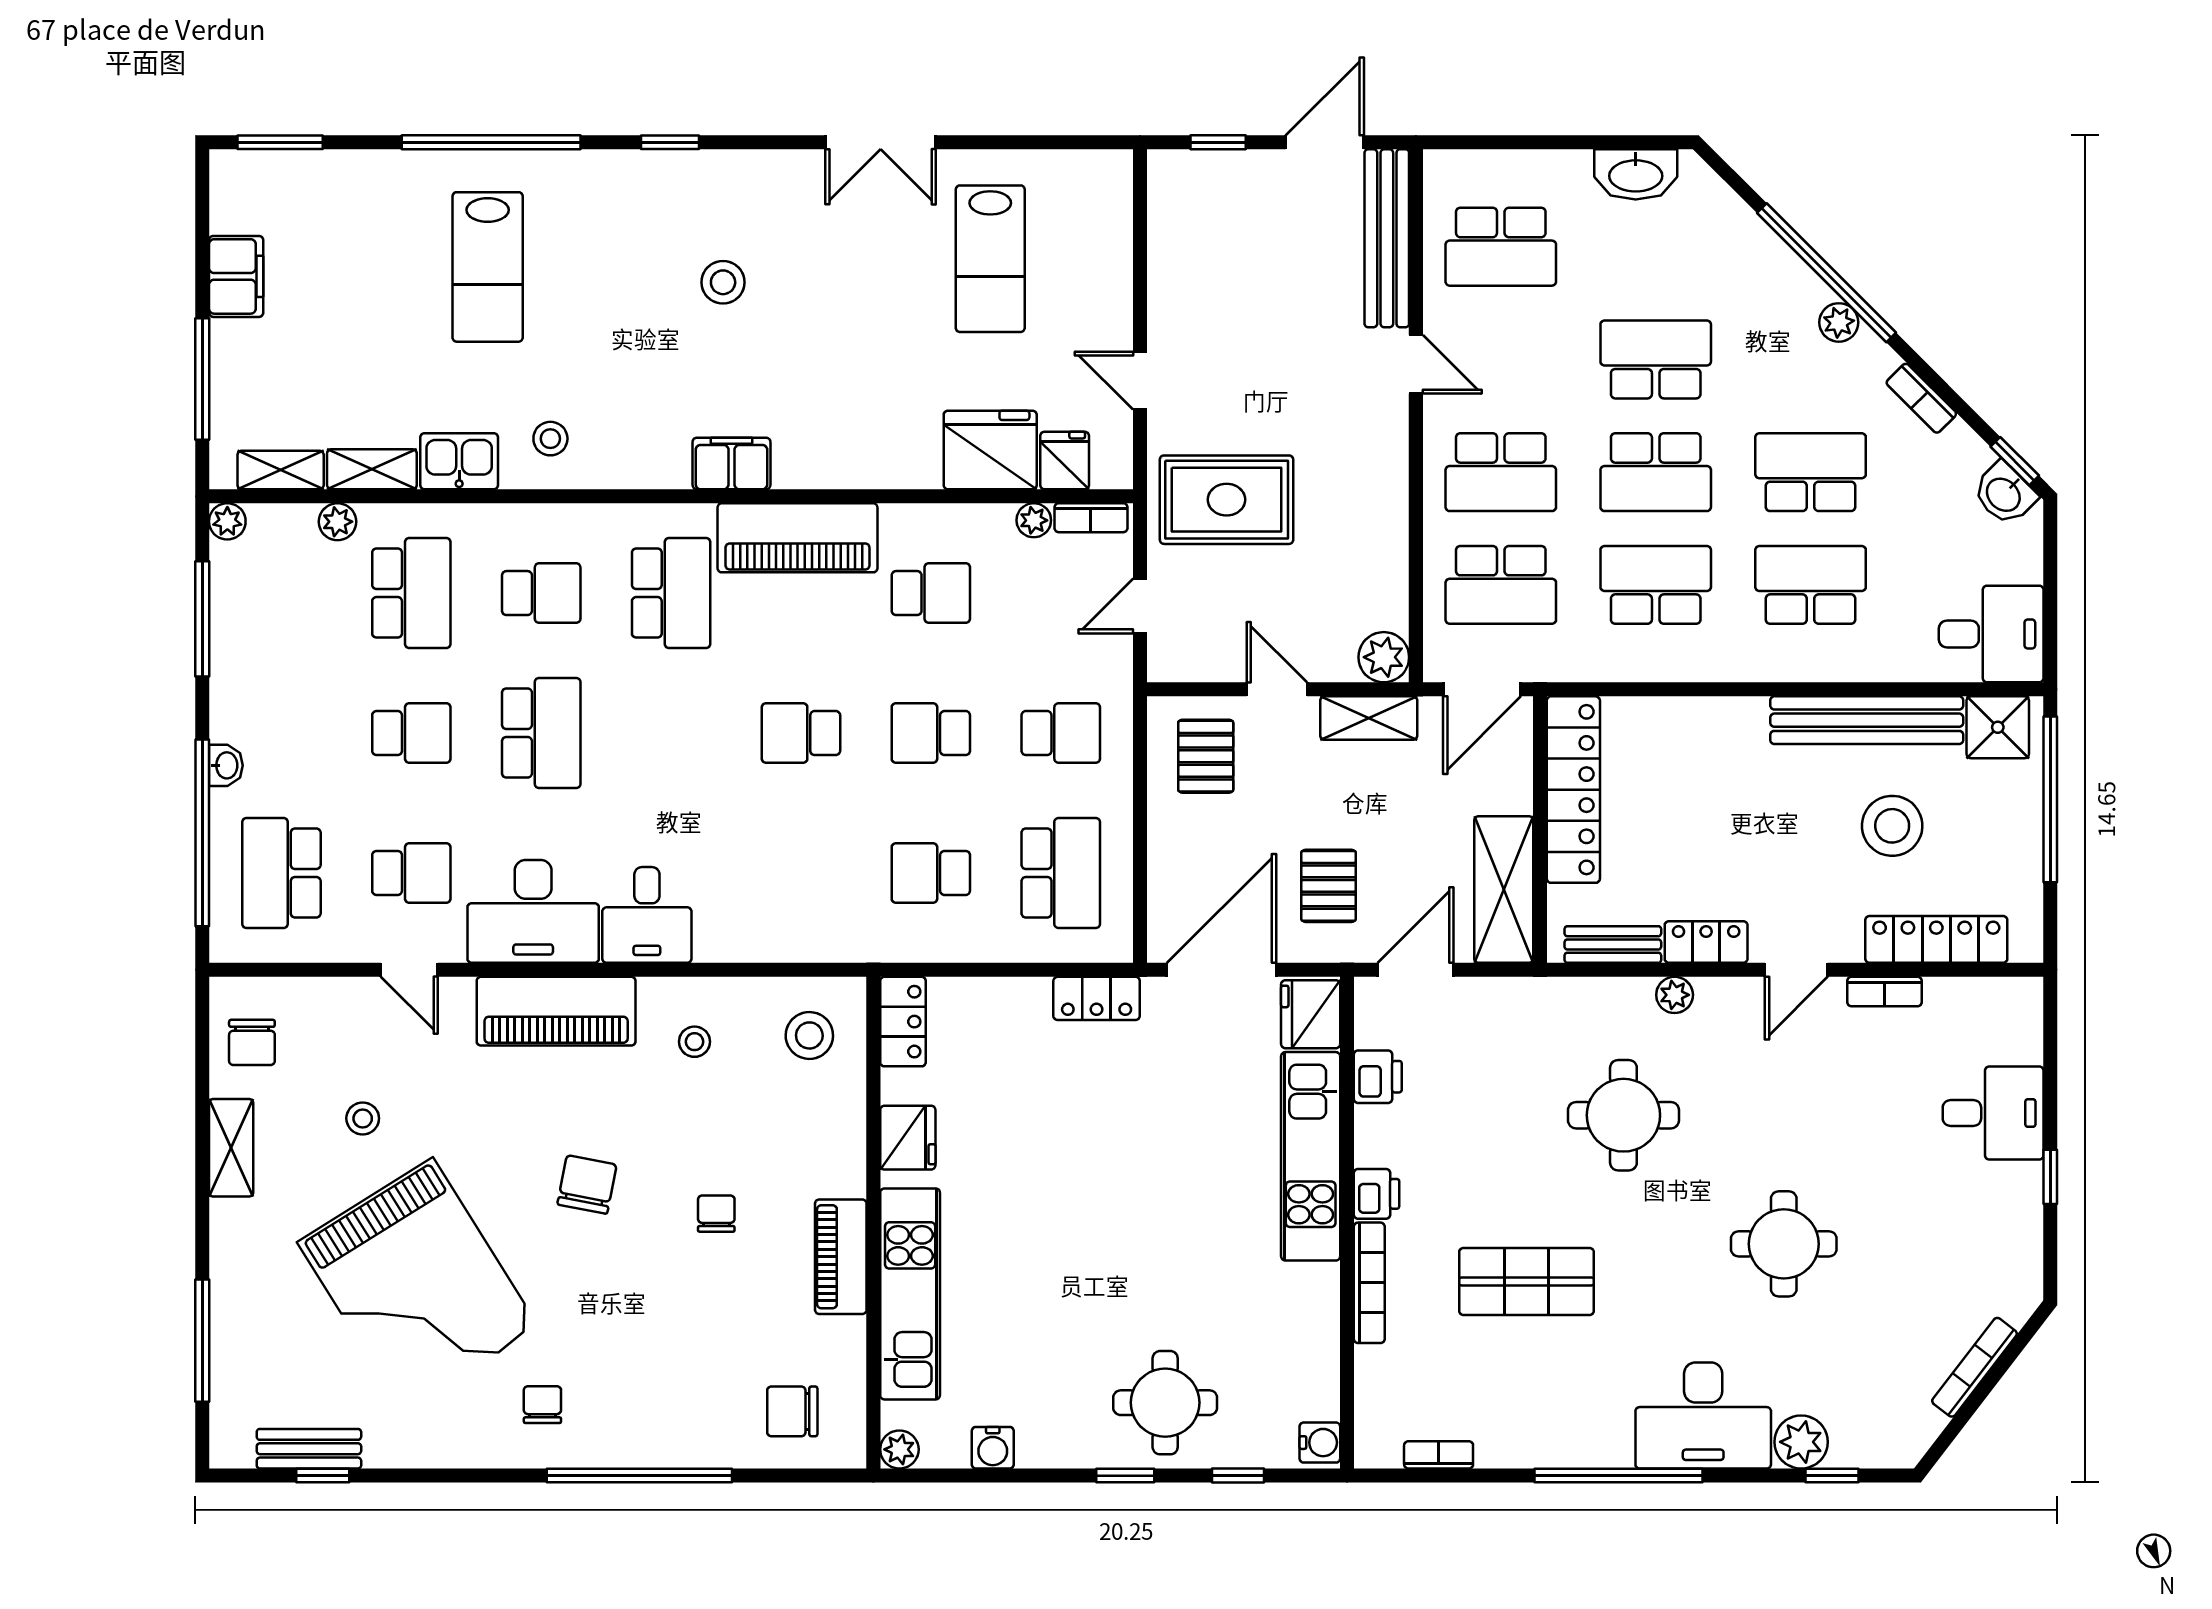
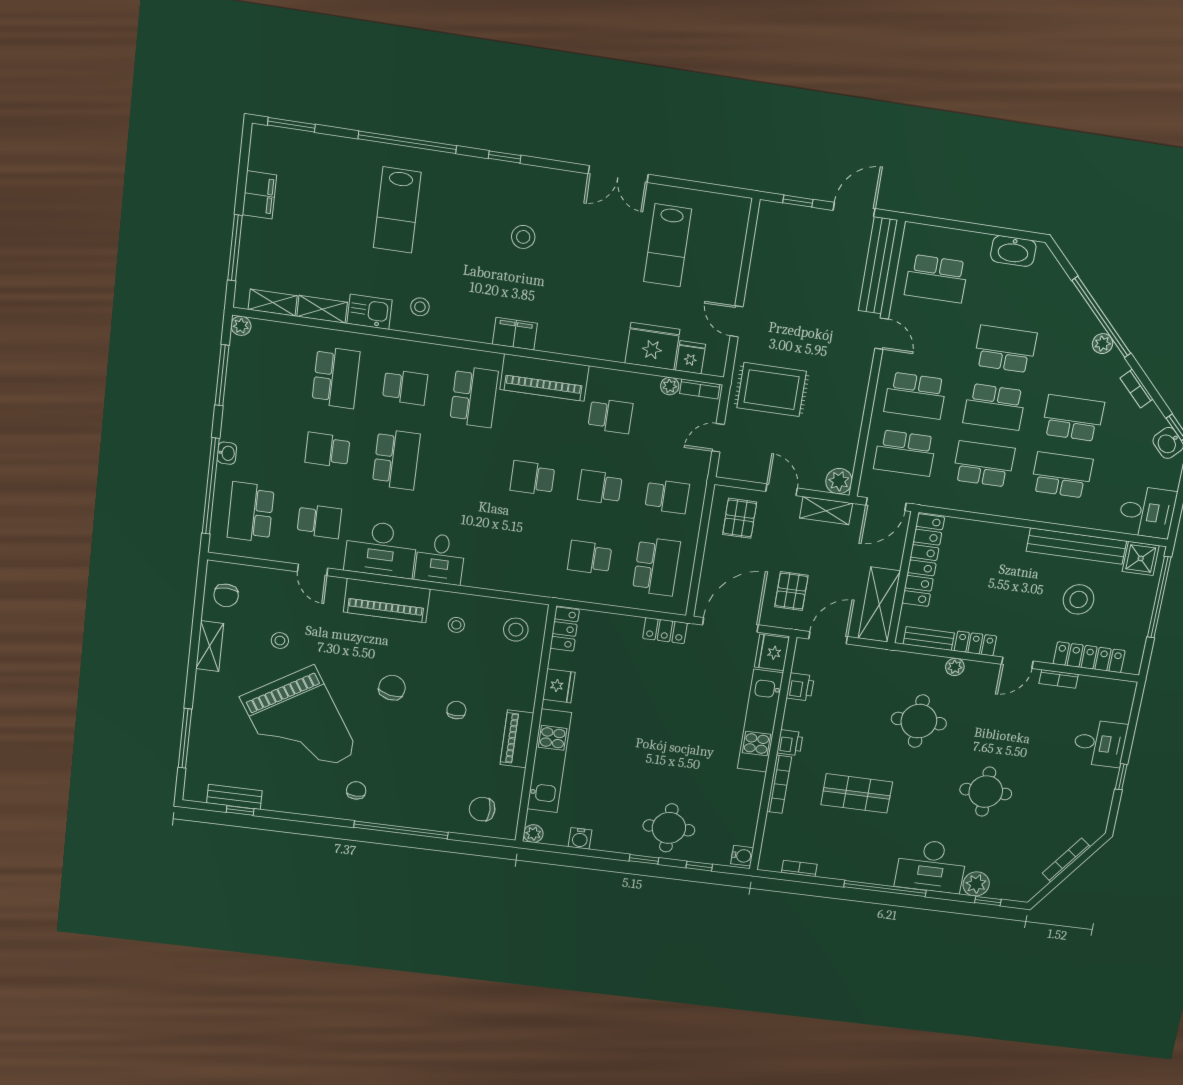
plant: (337, 522) -> (300, 334), removed
school desk: (411, 733) -> (327, 450), turned 180

